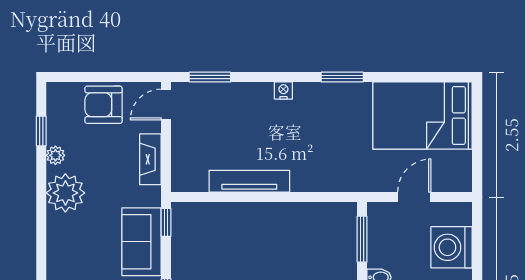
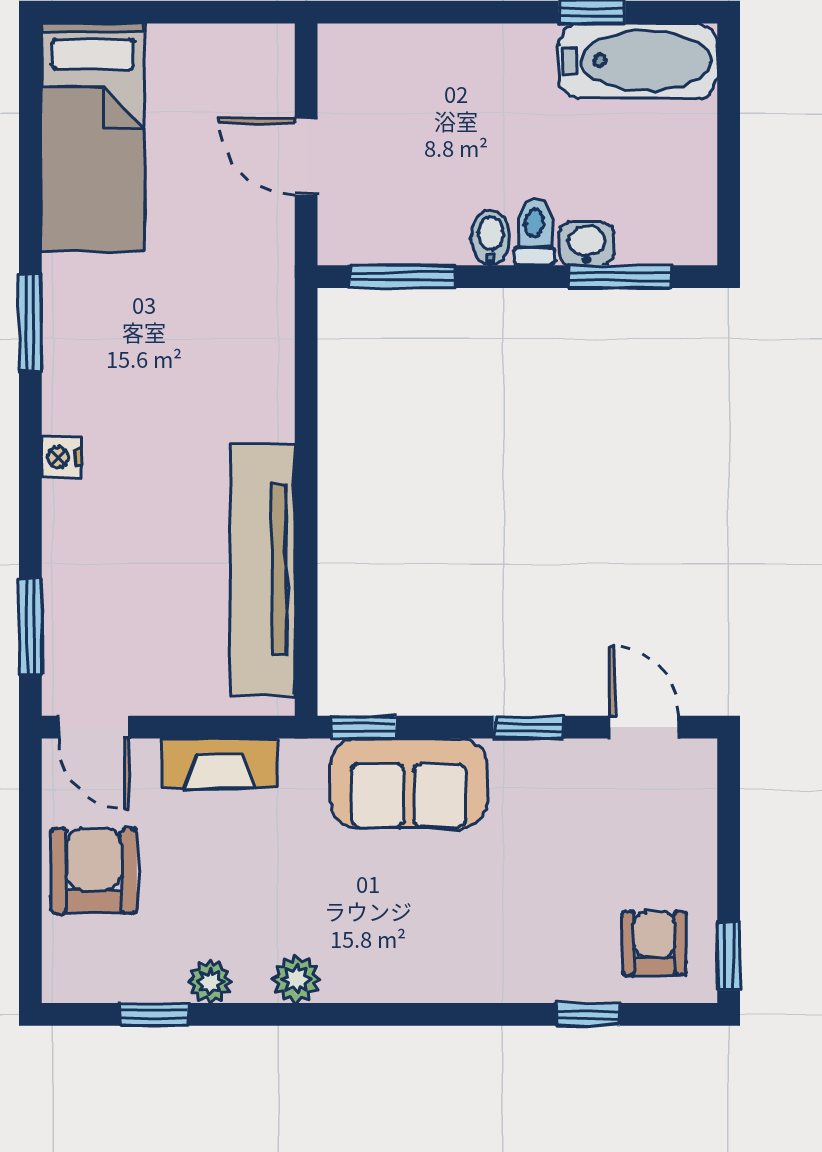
armchair: (104, 105) -> (94, 871), turned 180
bed: (423, 115) -> (93, 137), width x0.67
tv unit: (249, 181) -> (263, 569), width x1.36, depth x1.29
plant: (65, 193) -> (297, 979), width x0.53, depth x0.53
washing machine: (452, 247) -> (422, 71), removed

